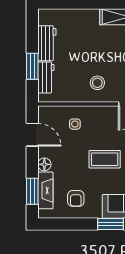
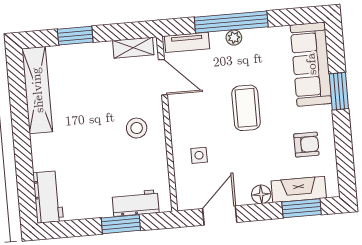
workbench: (47, 43) -> (48, 197), moved, turned 90

